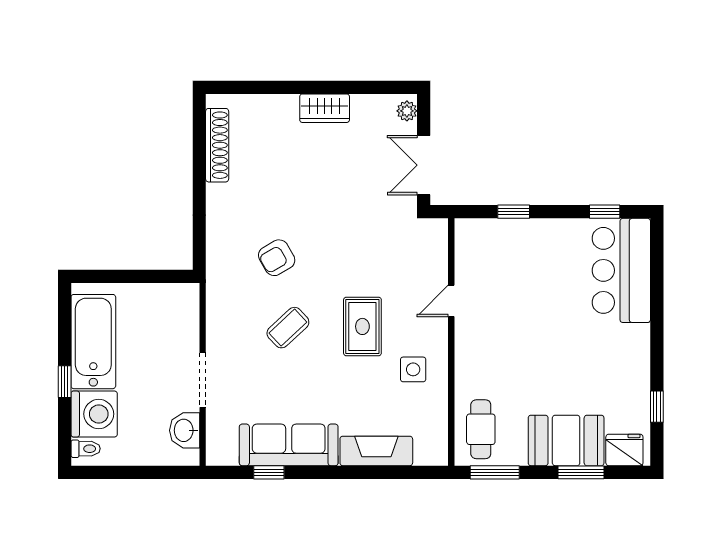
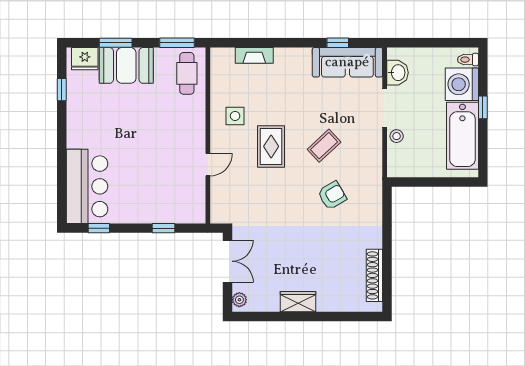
stool: (186, 341) -> (397, 136), added
sofa: (289, 445) -> (347, 62), moved
fireplace: (376, 451) -> (254, 55), width x0.73, depth x0.76

